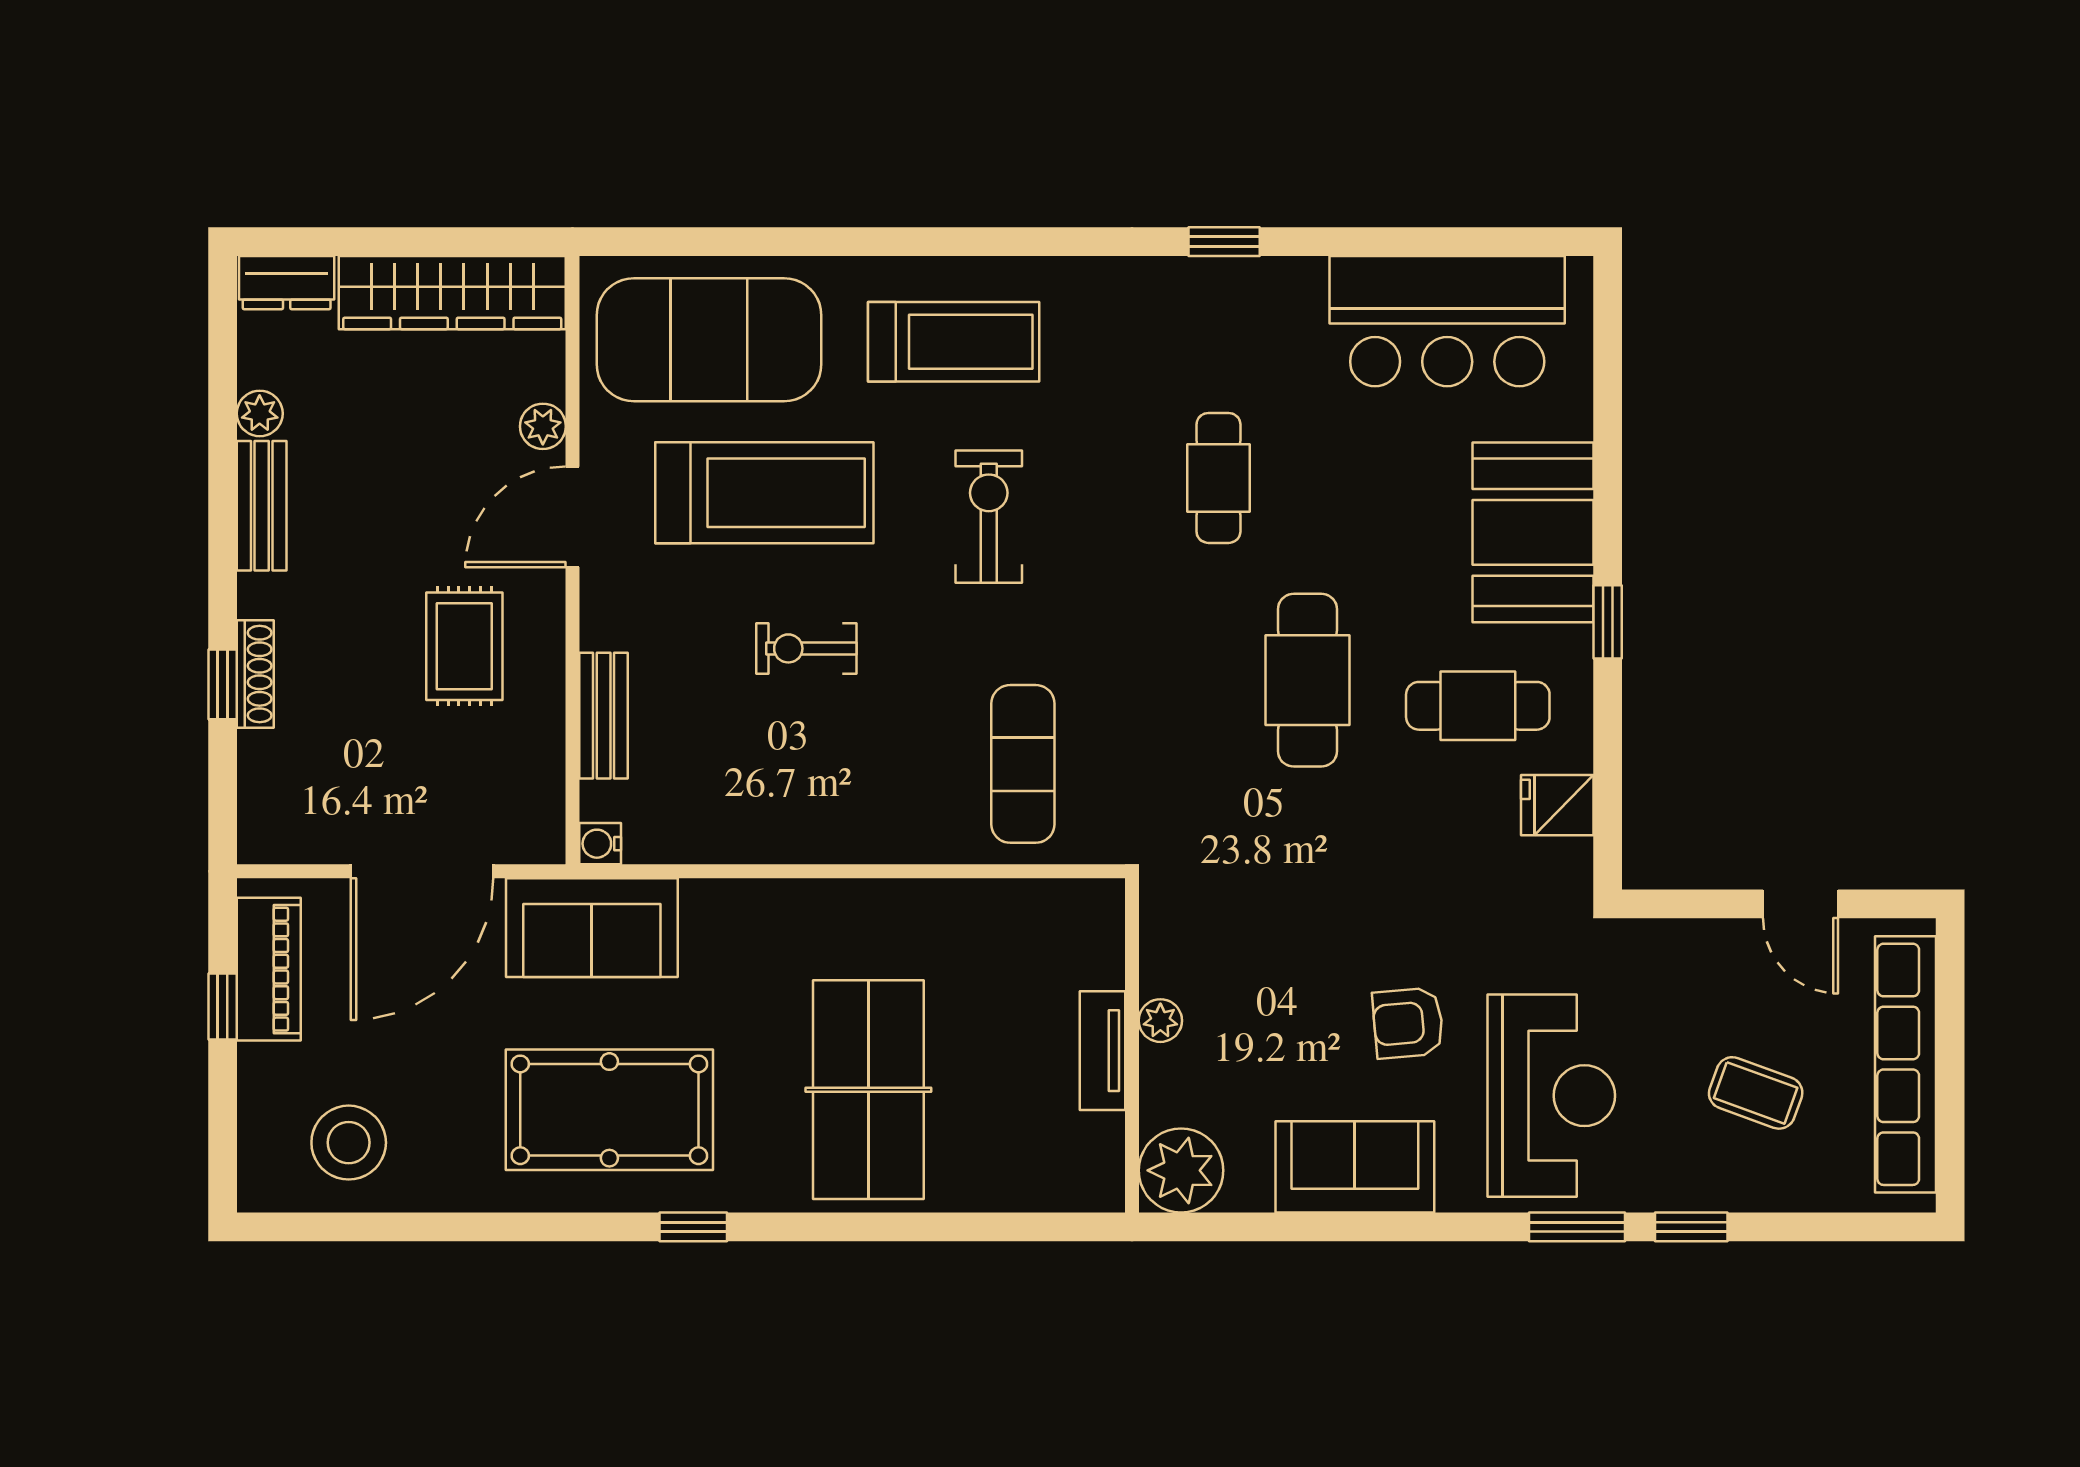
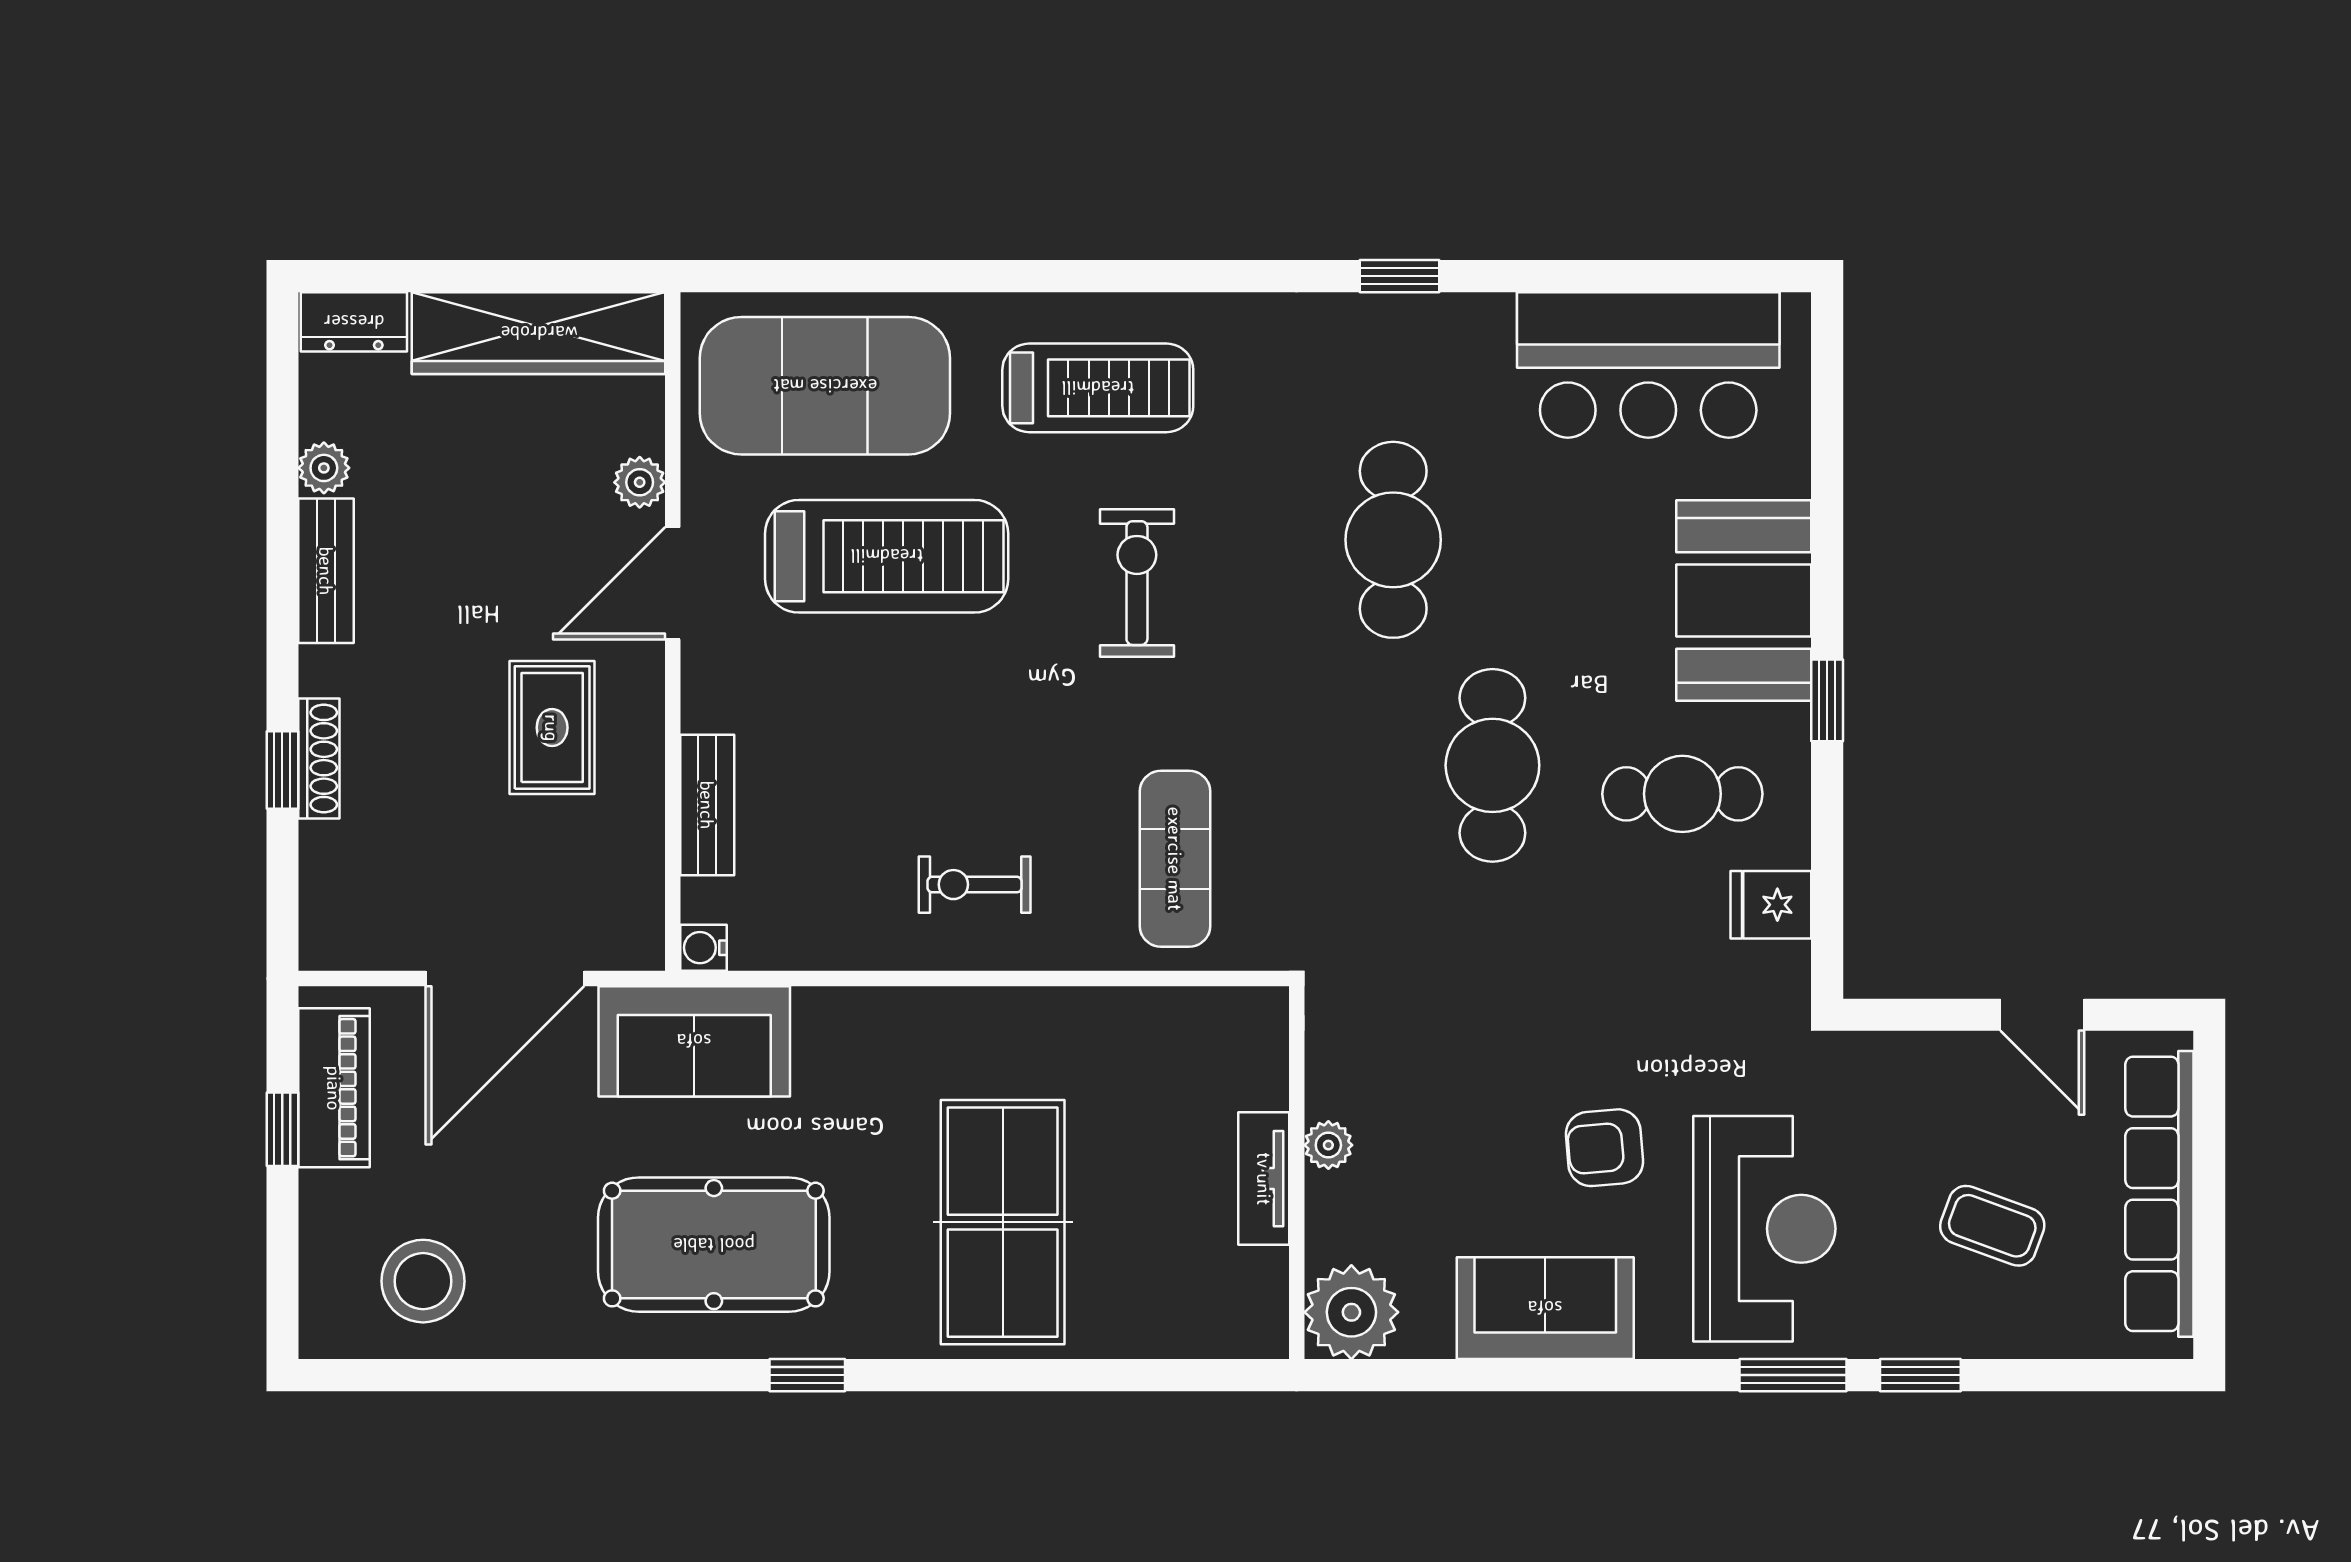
cafe table: (1218, 478) -> (1393, 540), width x1.37, depth x1.35
exercise bike: (806, 648) -> (975, 885), moved

